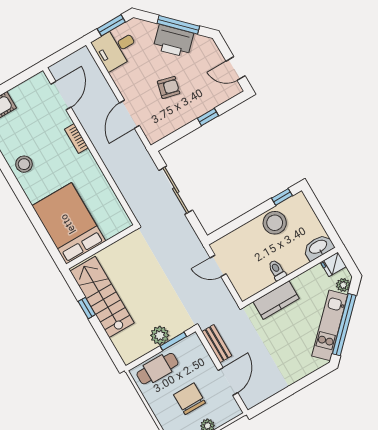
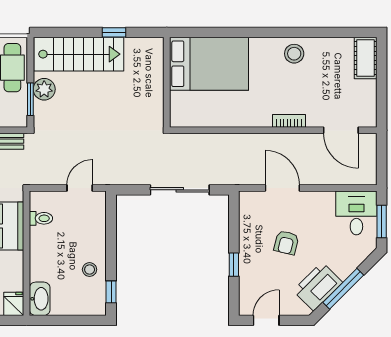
printer: (173, 41) -> (318, 286), moved
stool: (275, 223) -> (90, 270), width x0.53, depth x0.53
toilet: (277, 270) -> (41, 218), moved
stairs: (102, 297) -> (79, 54), moved

